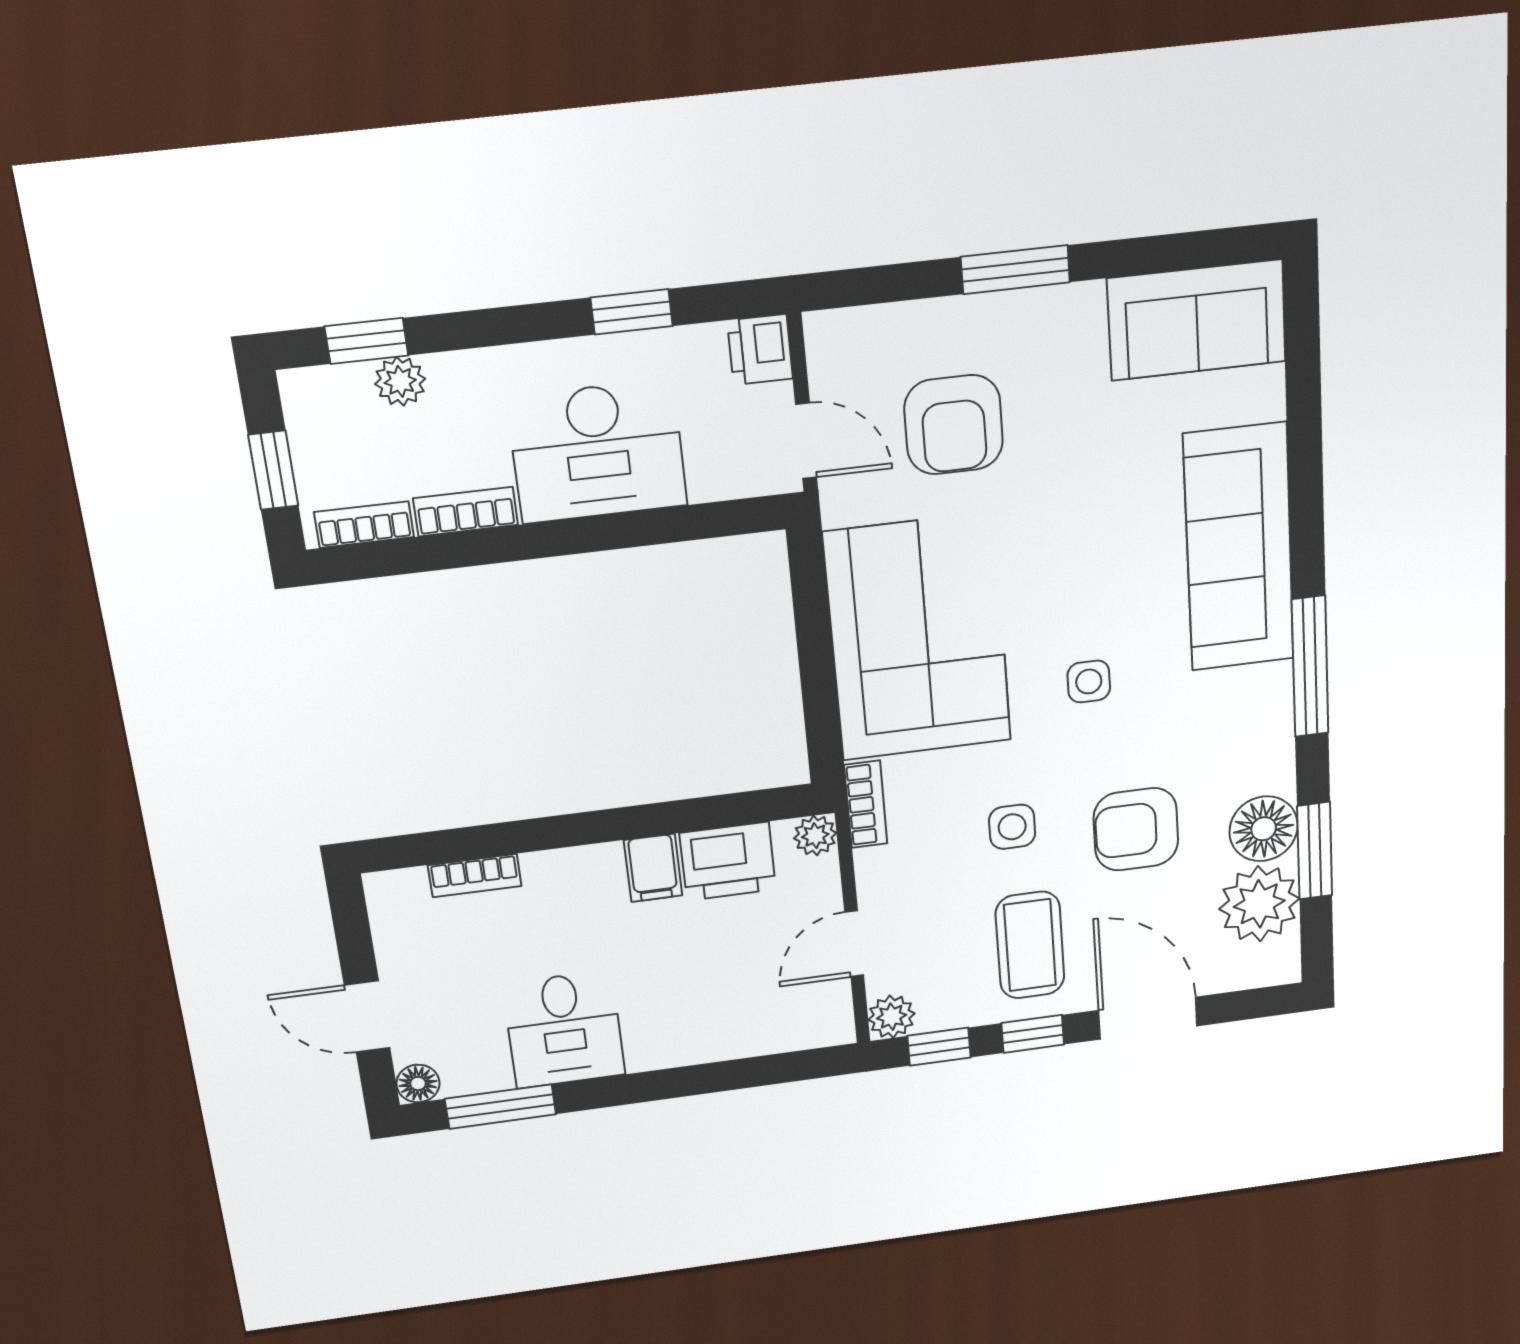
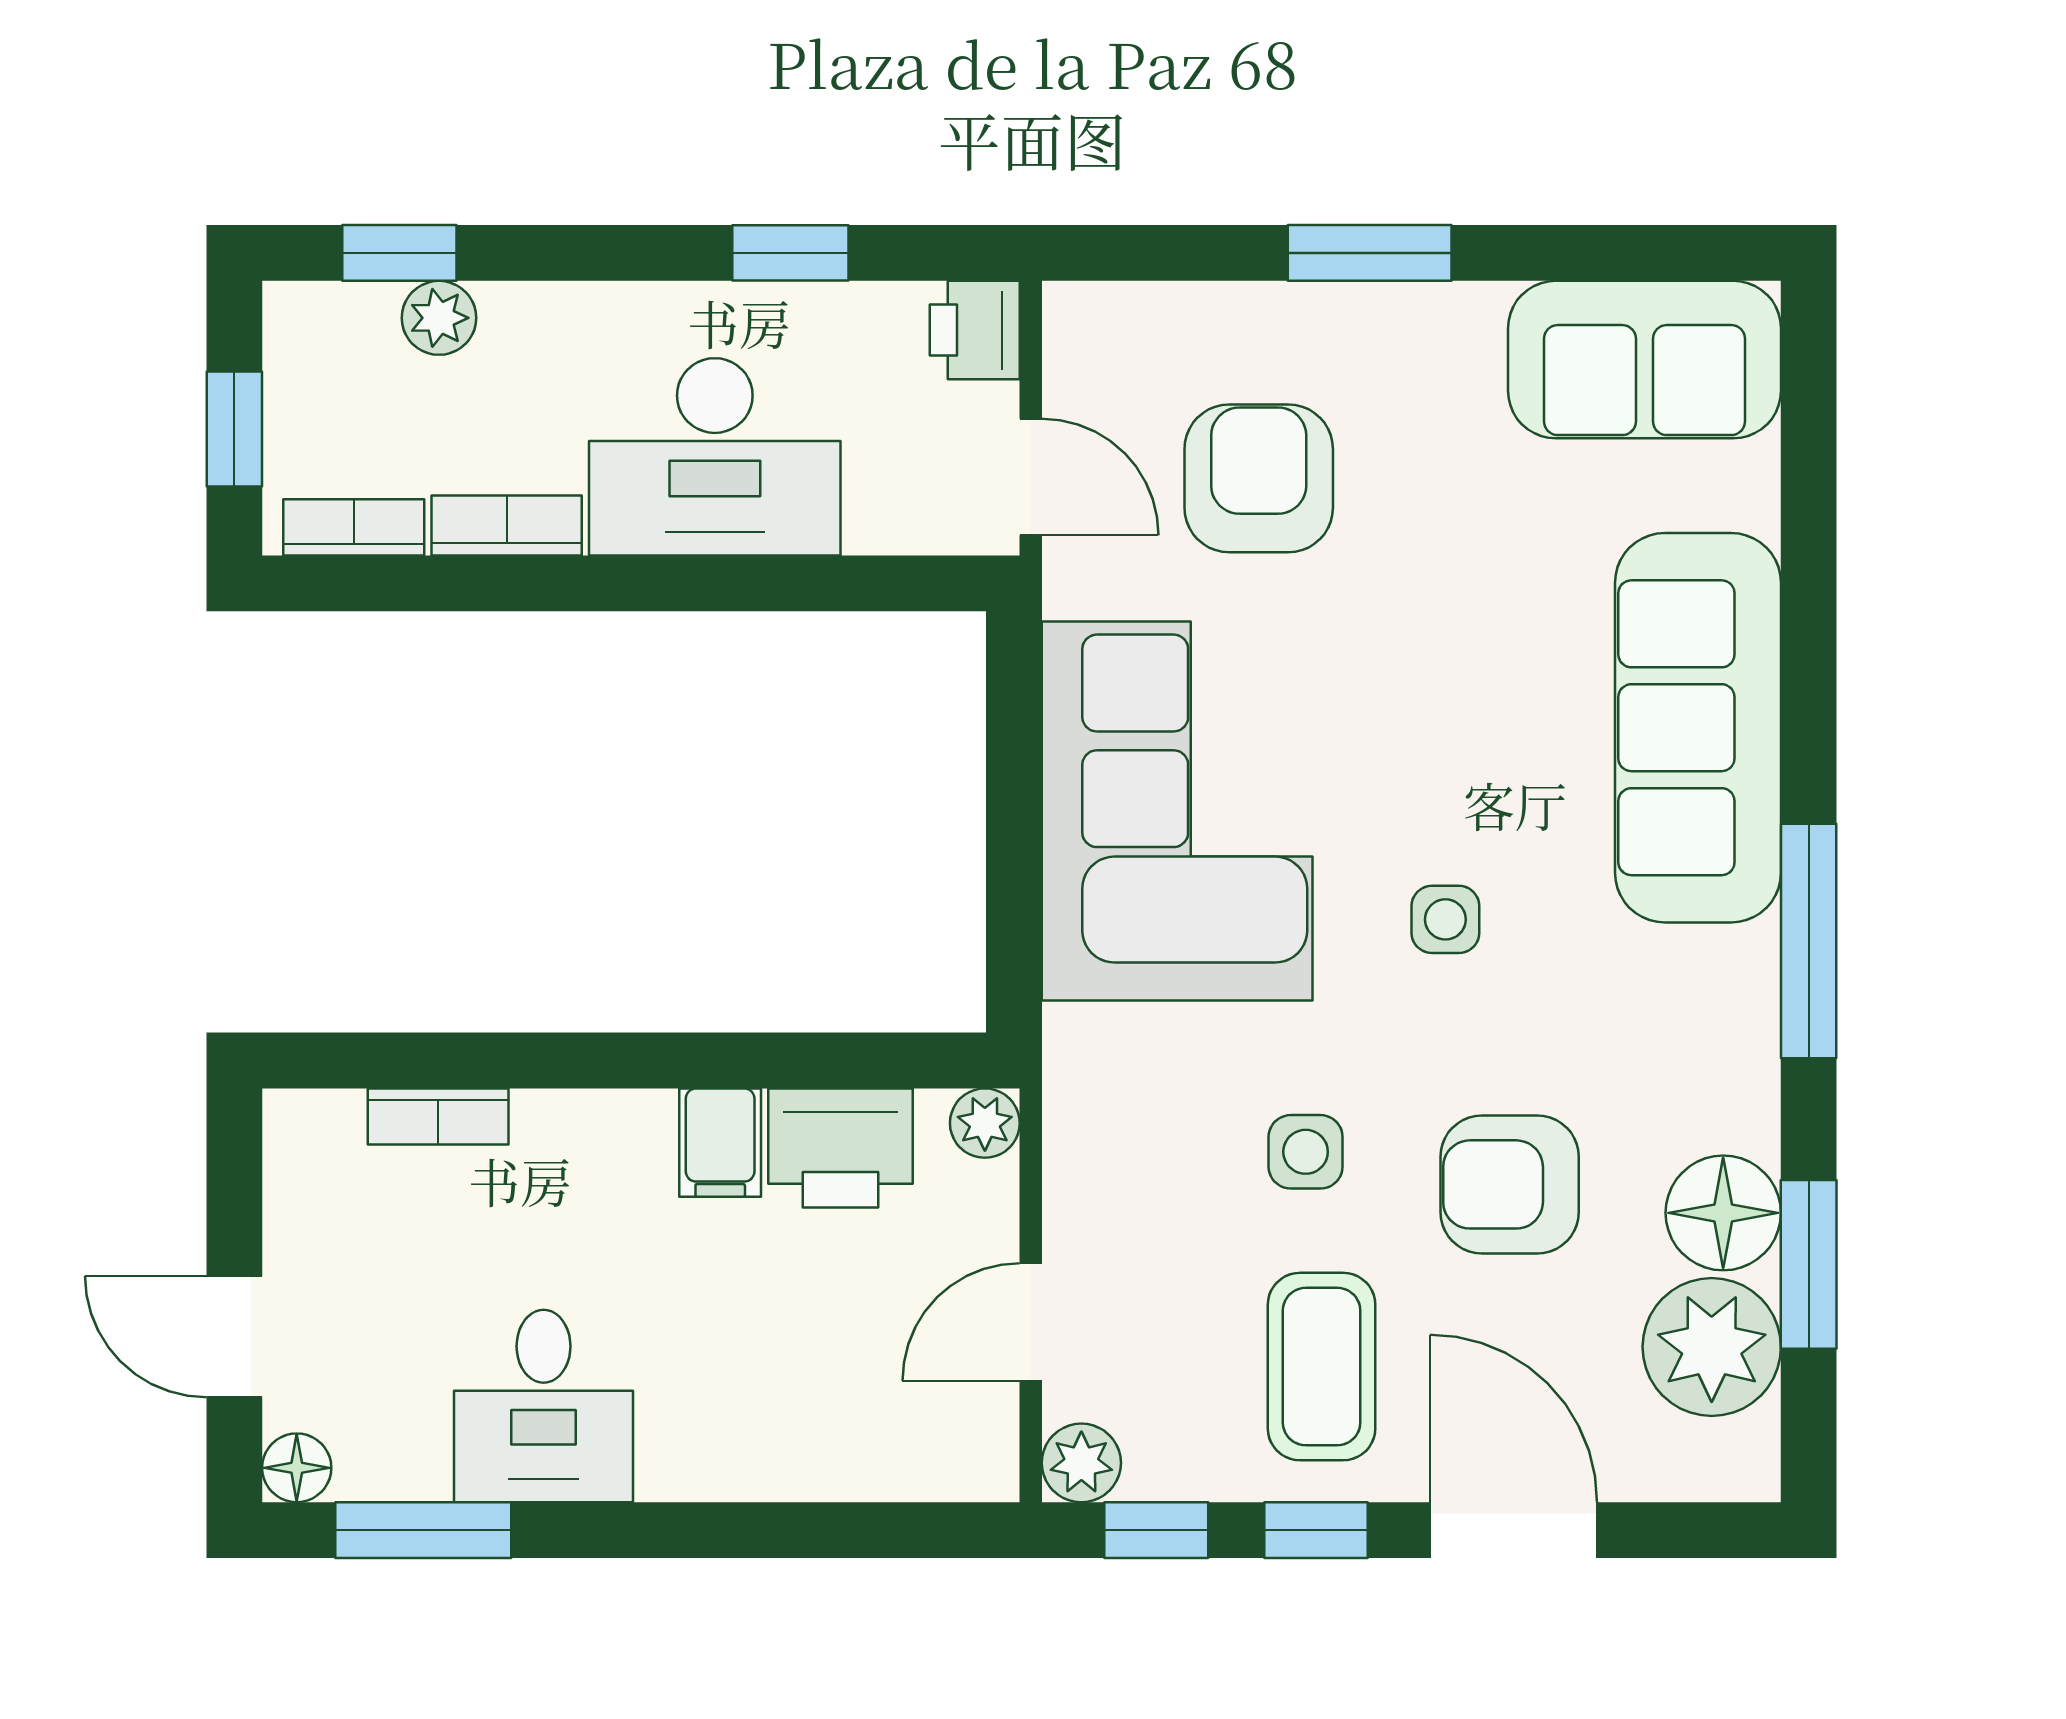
armchair: (954, 425) -> (1259, 478), turned 180
bookcase: (866, 804) -> (1071, 1080), removed

